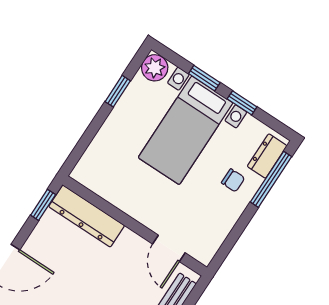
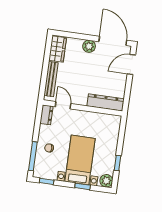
window: (242, 103) -> (47, 181), moved
dresser: (267, 156) -> (46, 115), moved
window: (43, 205) -> (127, 98), removed

